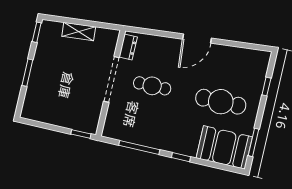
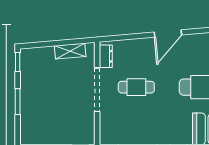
shelving: (79, 31) -> (70, 51), moved

